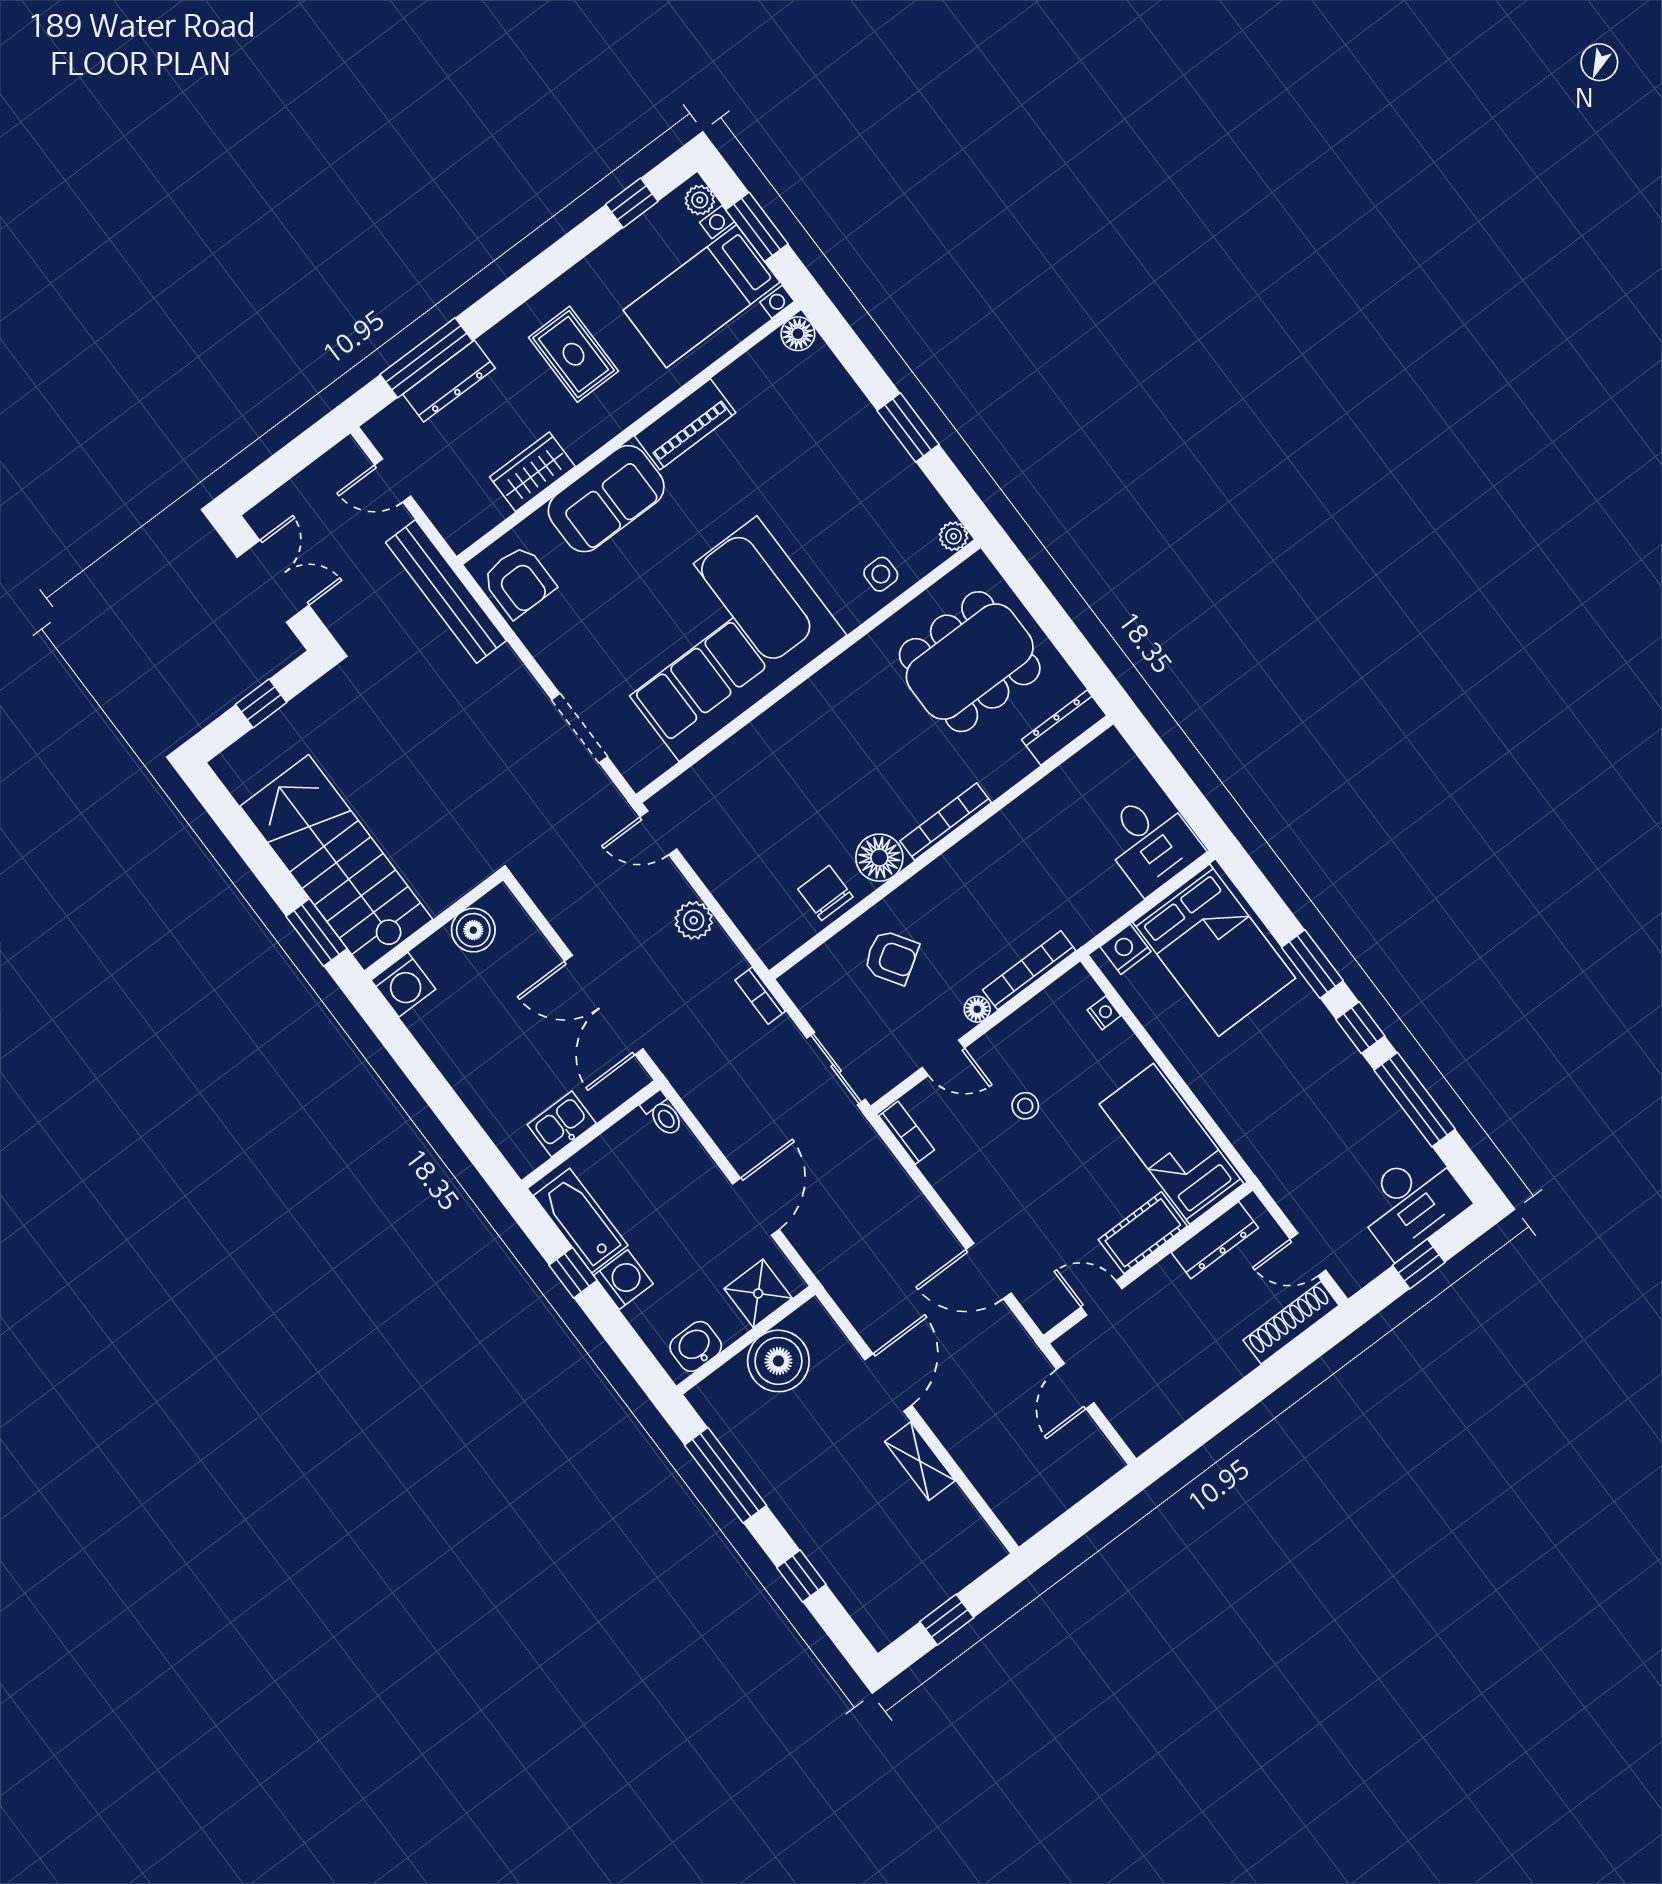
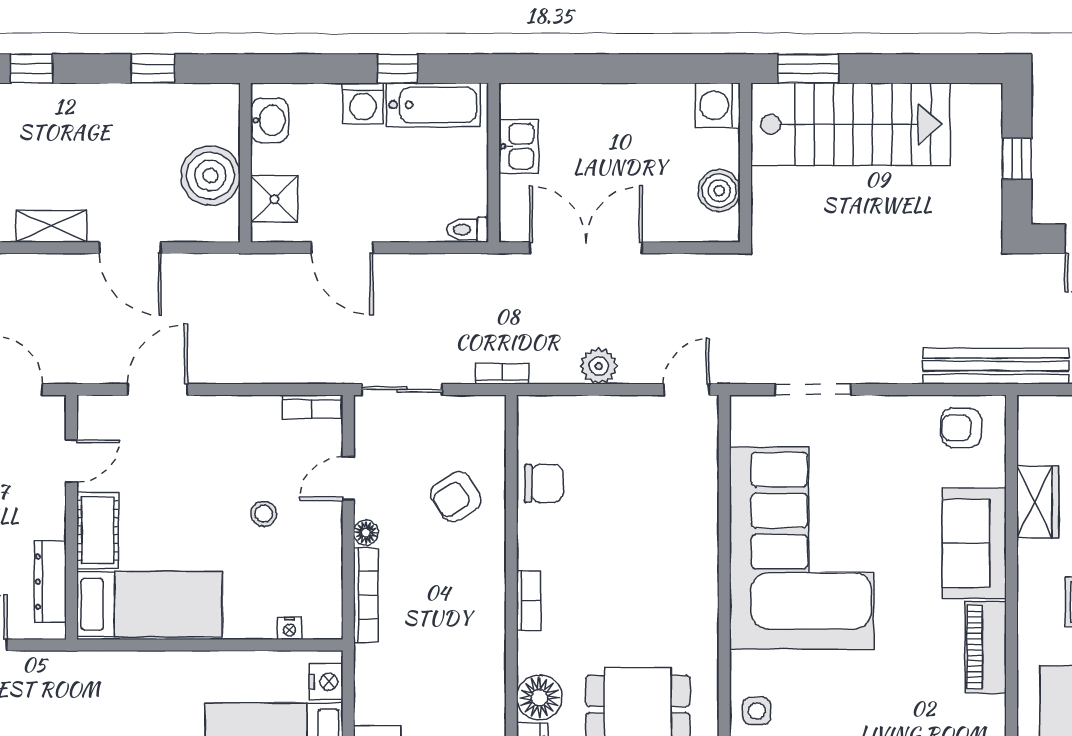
armchair: (519, 582) -> (961, 428), width x0.72, depth x0.72
bookcase: (946, 822) -> (529, 601), width x0.64
floor lamp: (879, 858) -> (539, 698), moved
window: (726, 1475) -> (153, 69), width x0.46

